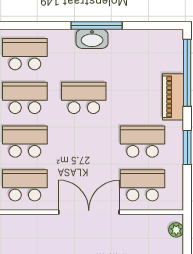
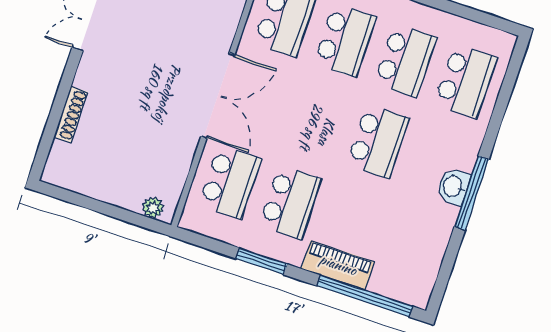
washbasin: (92, 39) -> (453, 186), width x0.72

